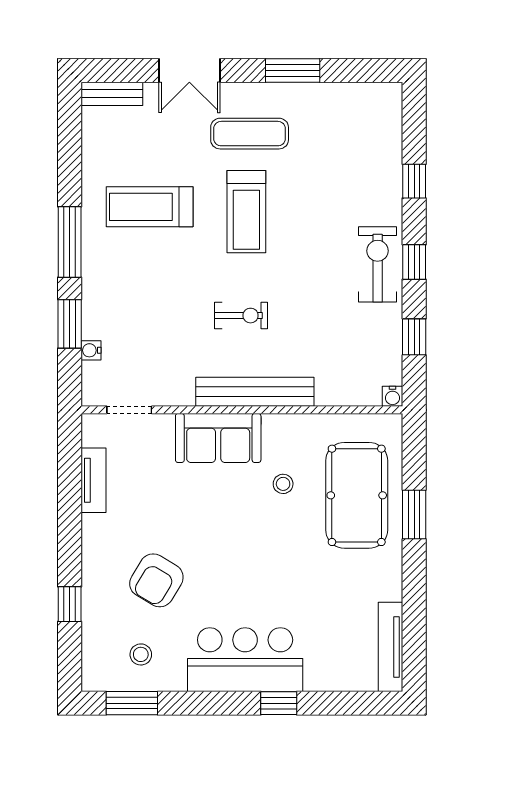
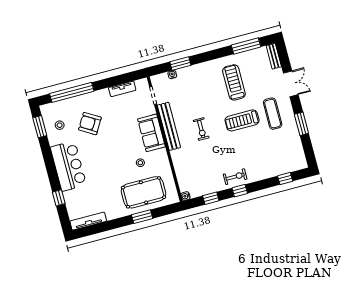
double door: (189, 71) -> (291, 84), swing flipped
window: (414, 181) -> (285, 179), moved
window: (70, 242) -> (246, 46), moved
exercise bike: (378, 264) -> (235, 177), width x0.73, depth x0.72
bench: (255, 392) -> (169, 126), moved
window: (70, 604) -> (72, 92), width x3.17
window: (279, 703) -> (59, 198), moved

